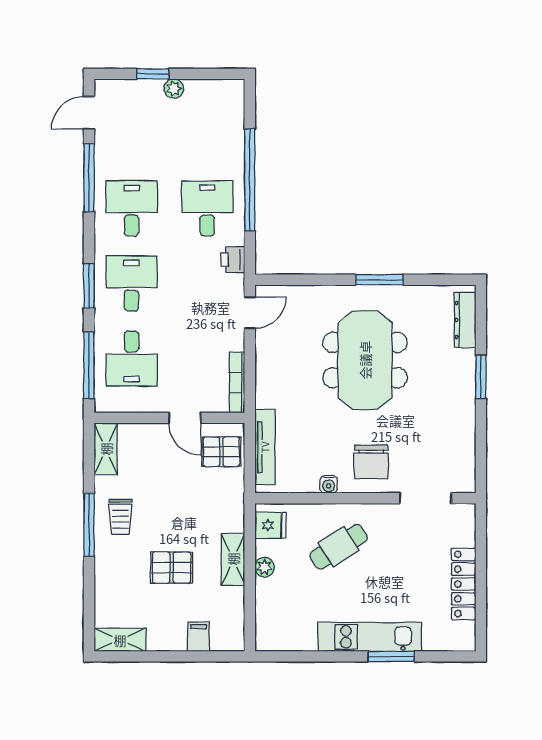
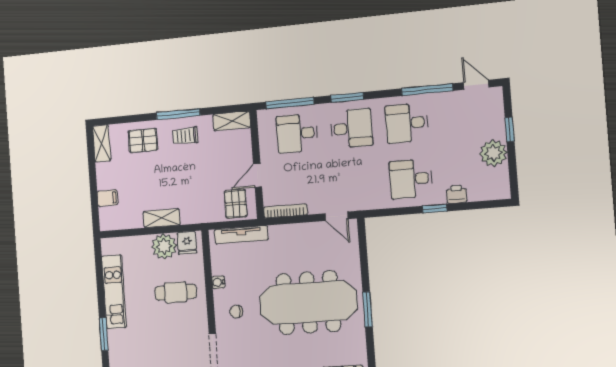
plant: (174, 89) -> (493, 153), width x1.87, depth x1.87
window: (250, 180) -> (435, 209), width x0.32
desk: (132, 208) -> (407, 123), turned 180
desk: (207, 208) -> (411, 179), turned 180
printer: (233, 260) -> (456, 194), moved
meeting table: (365, 360) -> (308, 303), width x1.36
chair: (371, 462) -> (236, 312), width x0.54, depth x0.54
cafe table: (339, 547) -> (176, 292), turned -58
plant: (265, 567) -> (164, 246), width x1.87, depth x1.87
pallet: (172, 568) -> (143, 140), moved, turned 90
kitchen unit: (370, 637) -> (114, 292), moved

